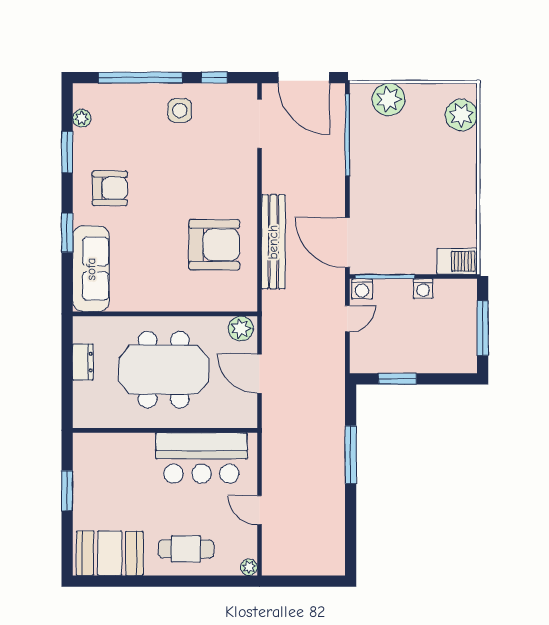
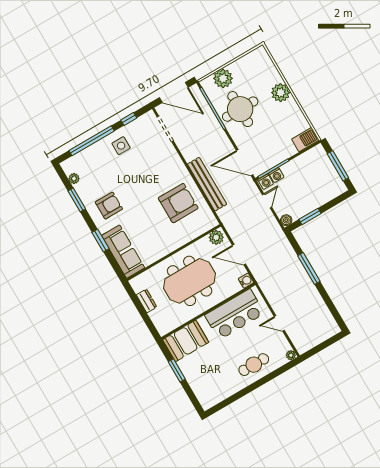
plant: (461, 115) -> (281, 93), moved
round table: (387, 160) -> (240, 109), added
washing machine: (423, 289) -> (276, 175), moved
boiler: (359, 364) -> (286, 220), added
water cooler: (247, 418) -> (246, 281), added
booth: (110, 553) -> (186, 341), moved

